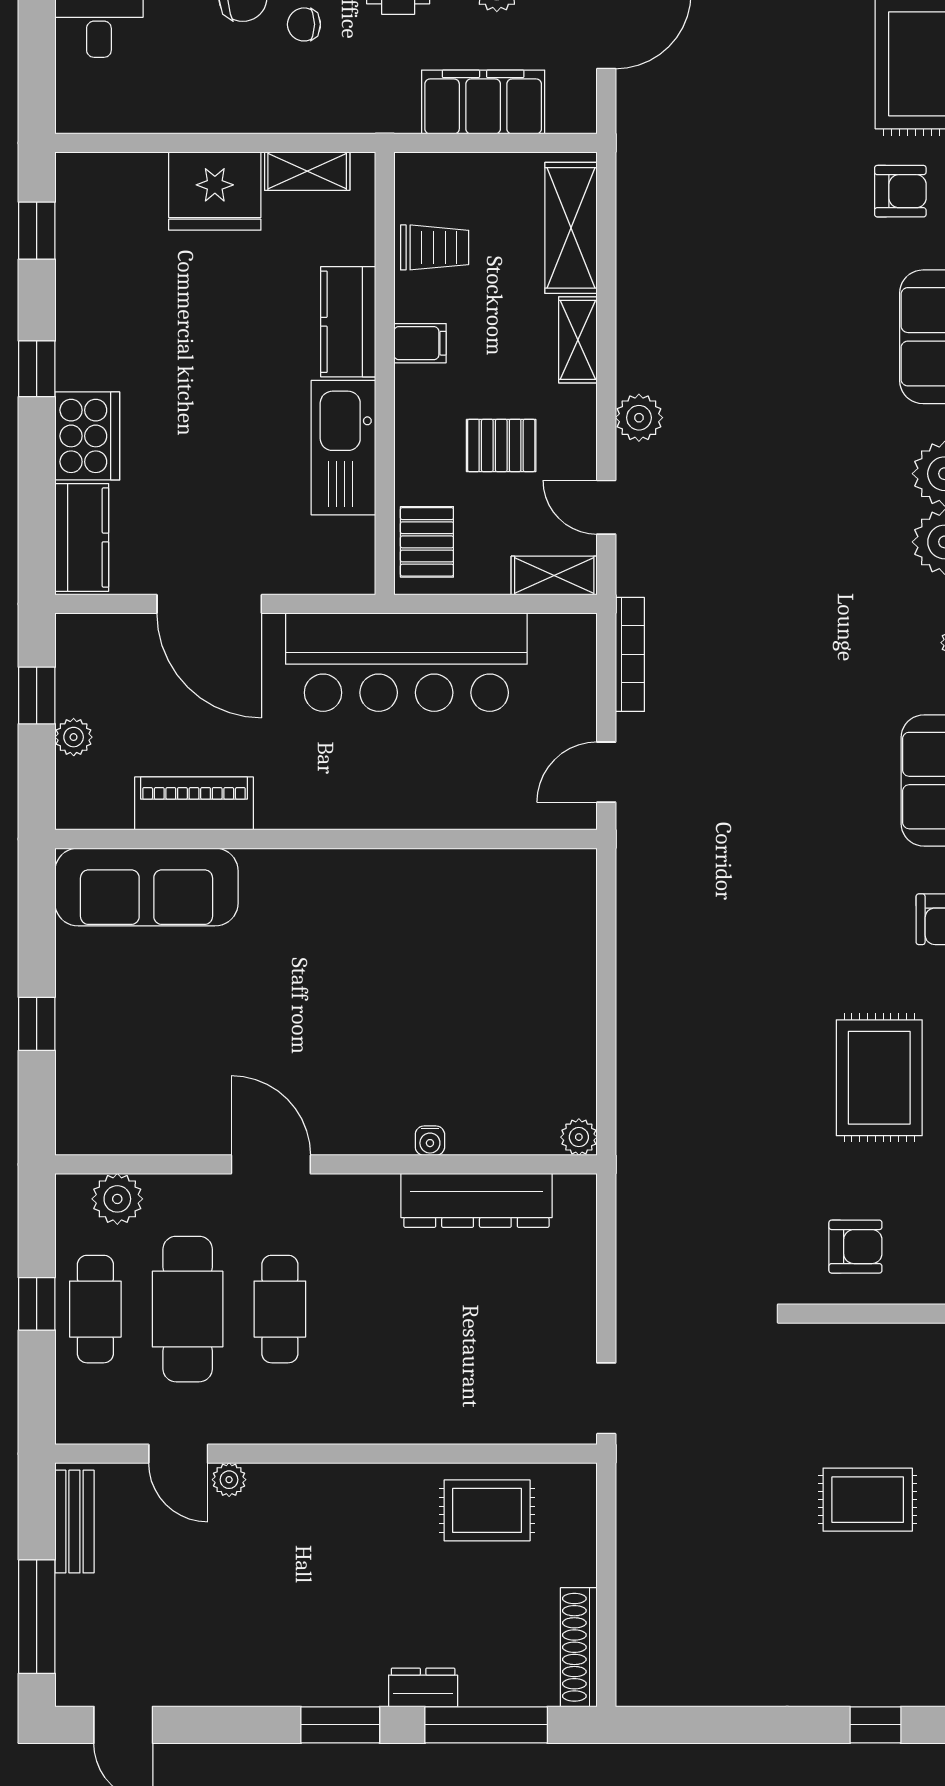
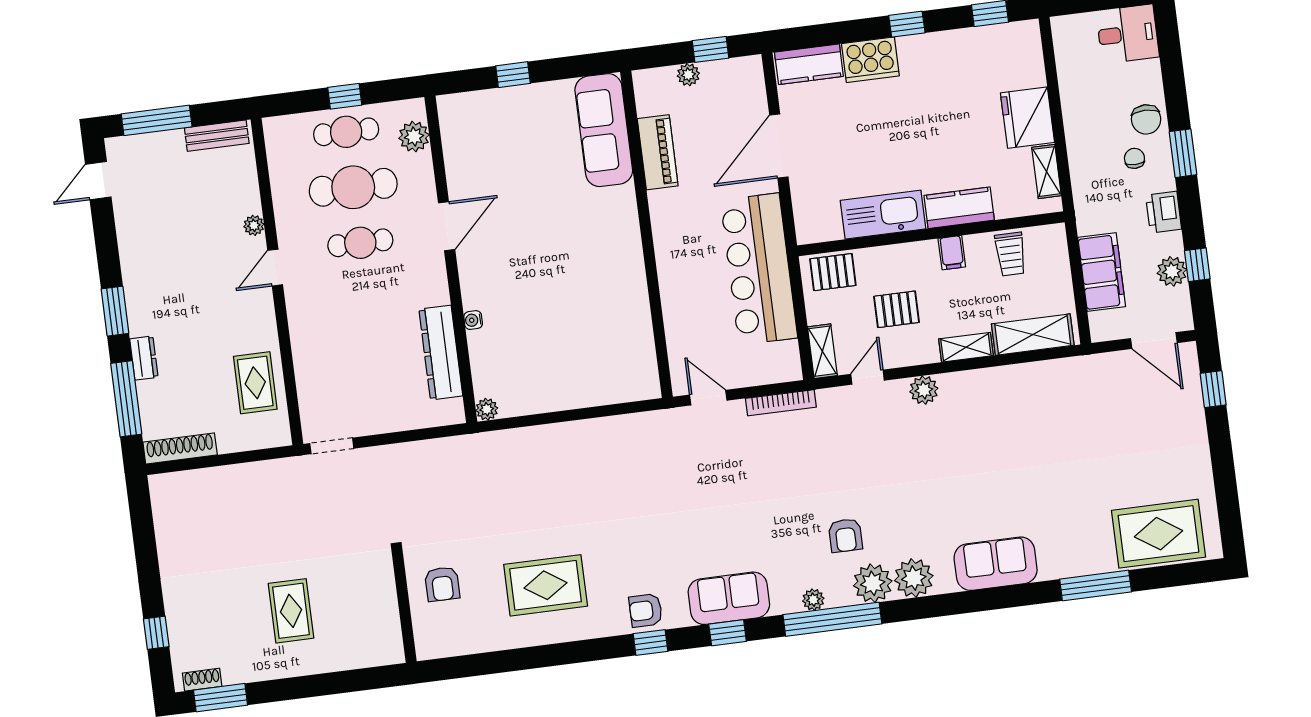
armchair: (900, 191) -> (846, 535), moved
pallet: (501, 445) -> (897, 309), turned 90
door: (178, 1454) -> (275, 268), moved

